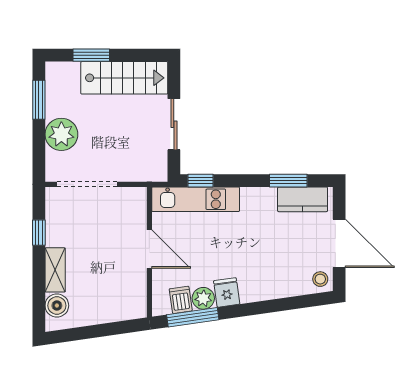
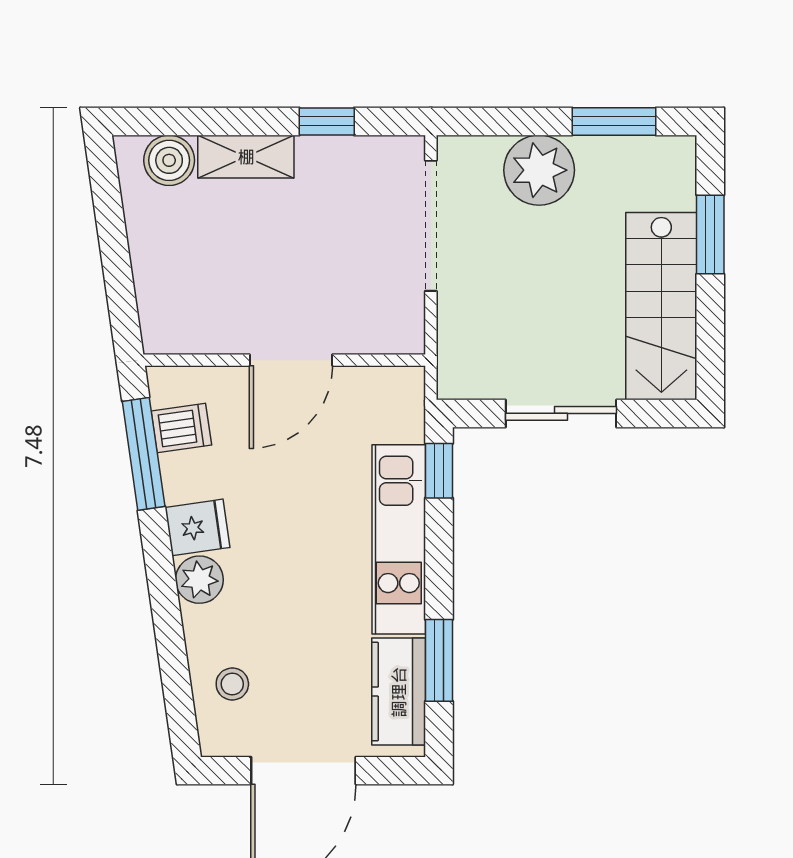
kitchen unit: (196, 199) -> (399, 539), moved
stool: (320, 279) -> (232, 684), moved
plant: (203, 298) -> (199, 580), moved

